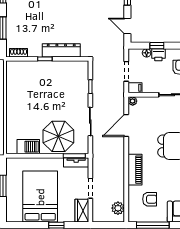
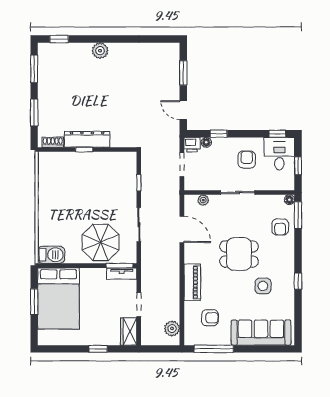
dresser: (61, 50) -> (87, 139), moved
printer: (158, 55) -> (192, 145), moved
filing cabinet: (135, 88) -> (192, 184), removed
plant: (133, 101) -> (203, 200), moved
door: (126, 125) -> (182, 229), swing flipped
barbecue: (28, 147) -> (51, 255), moved
bed: (40, 197) -> (58, 298), moved, turned 180

